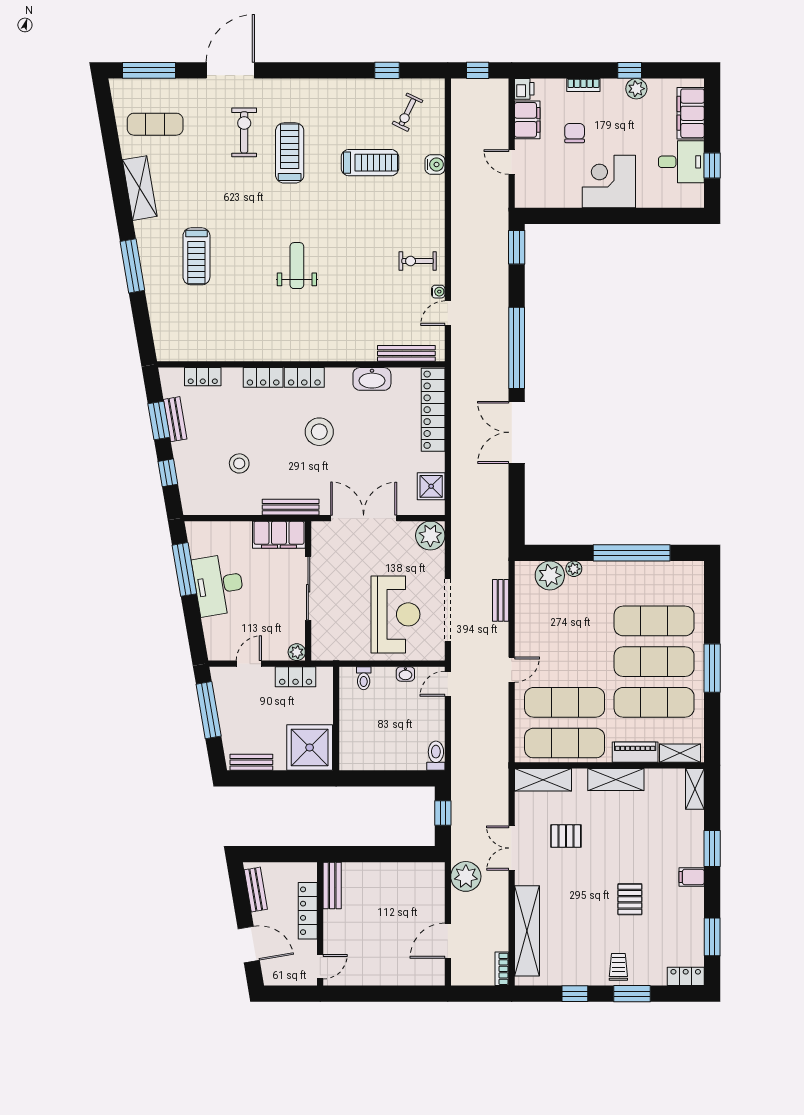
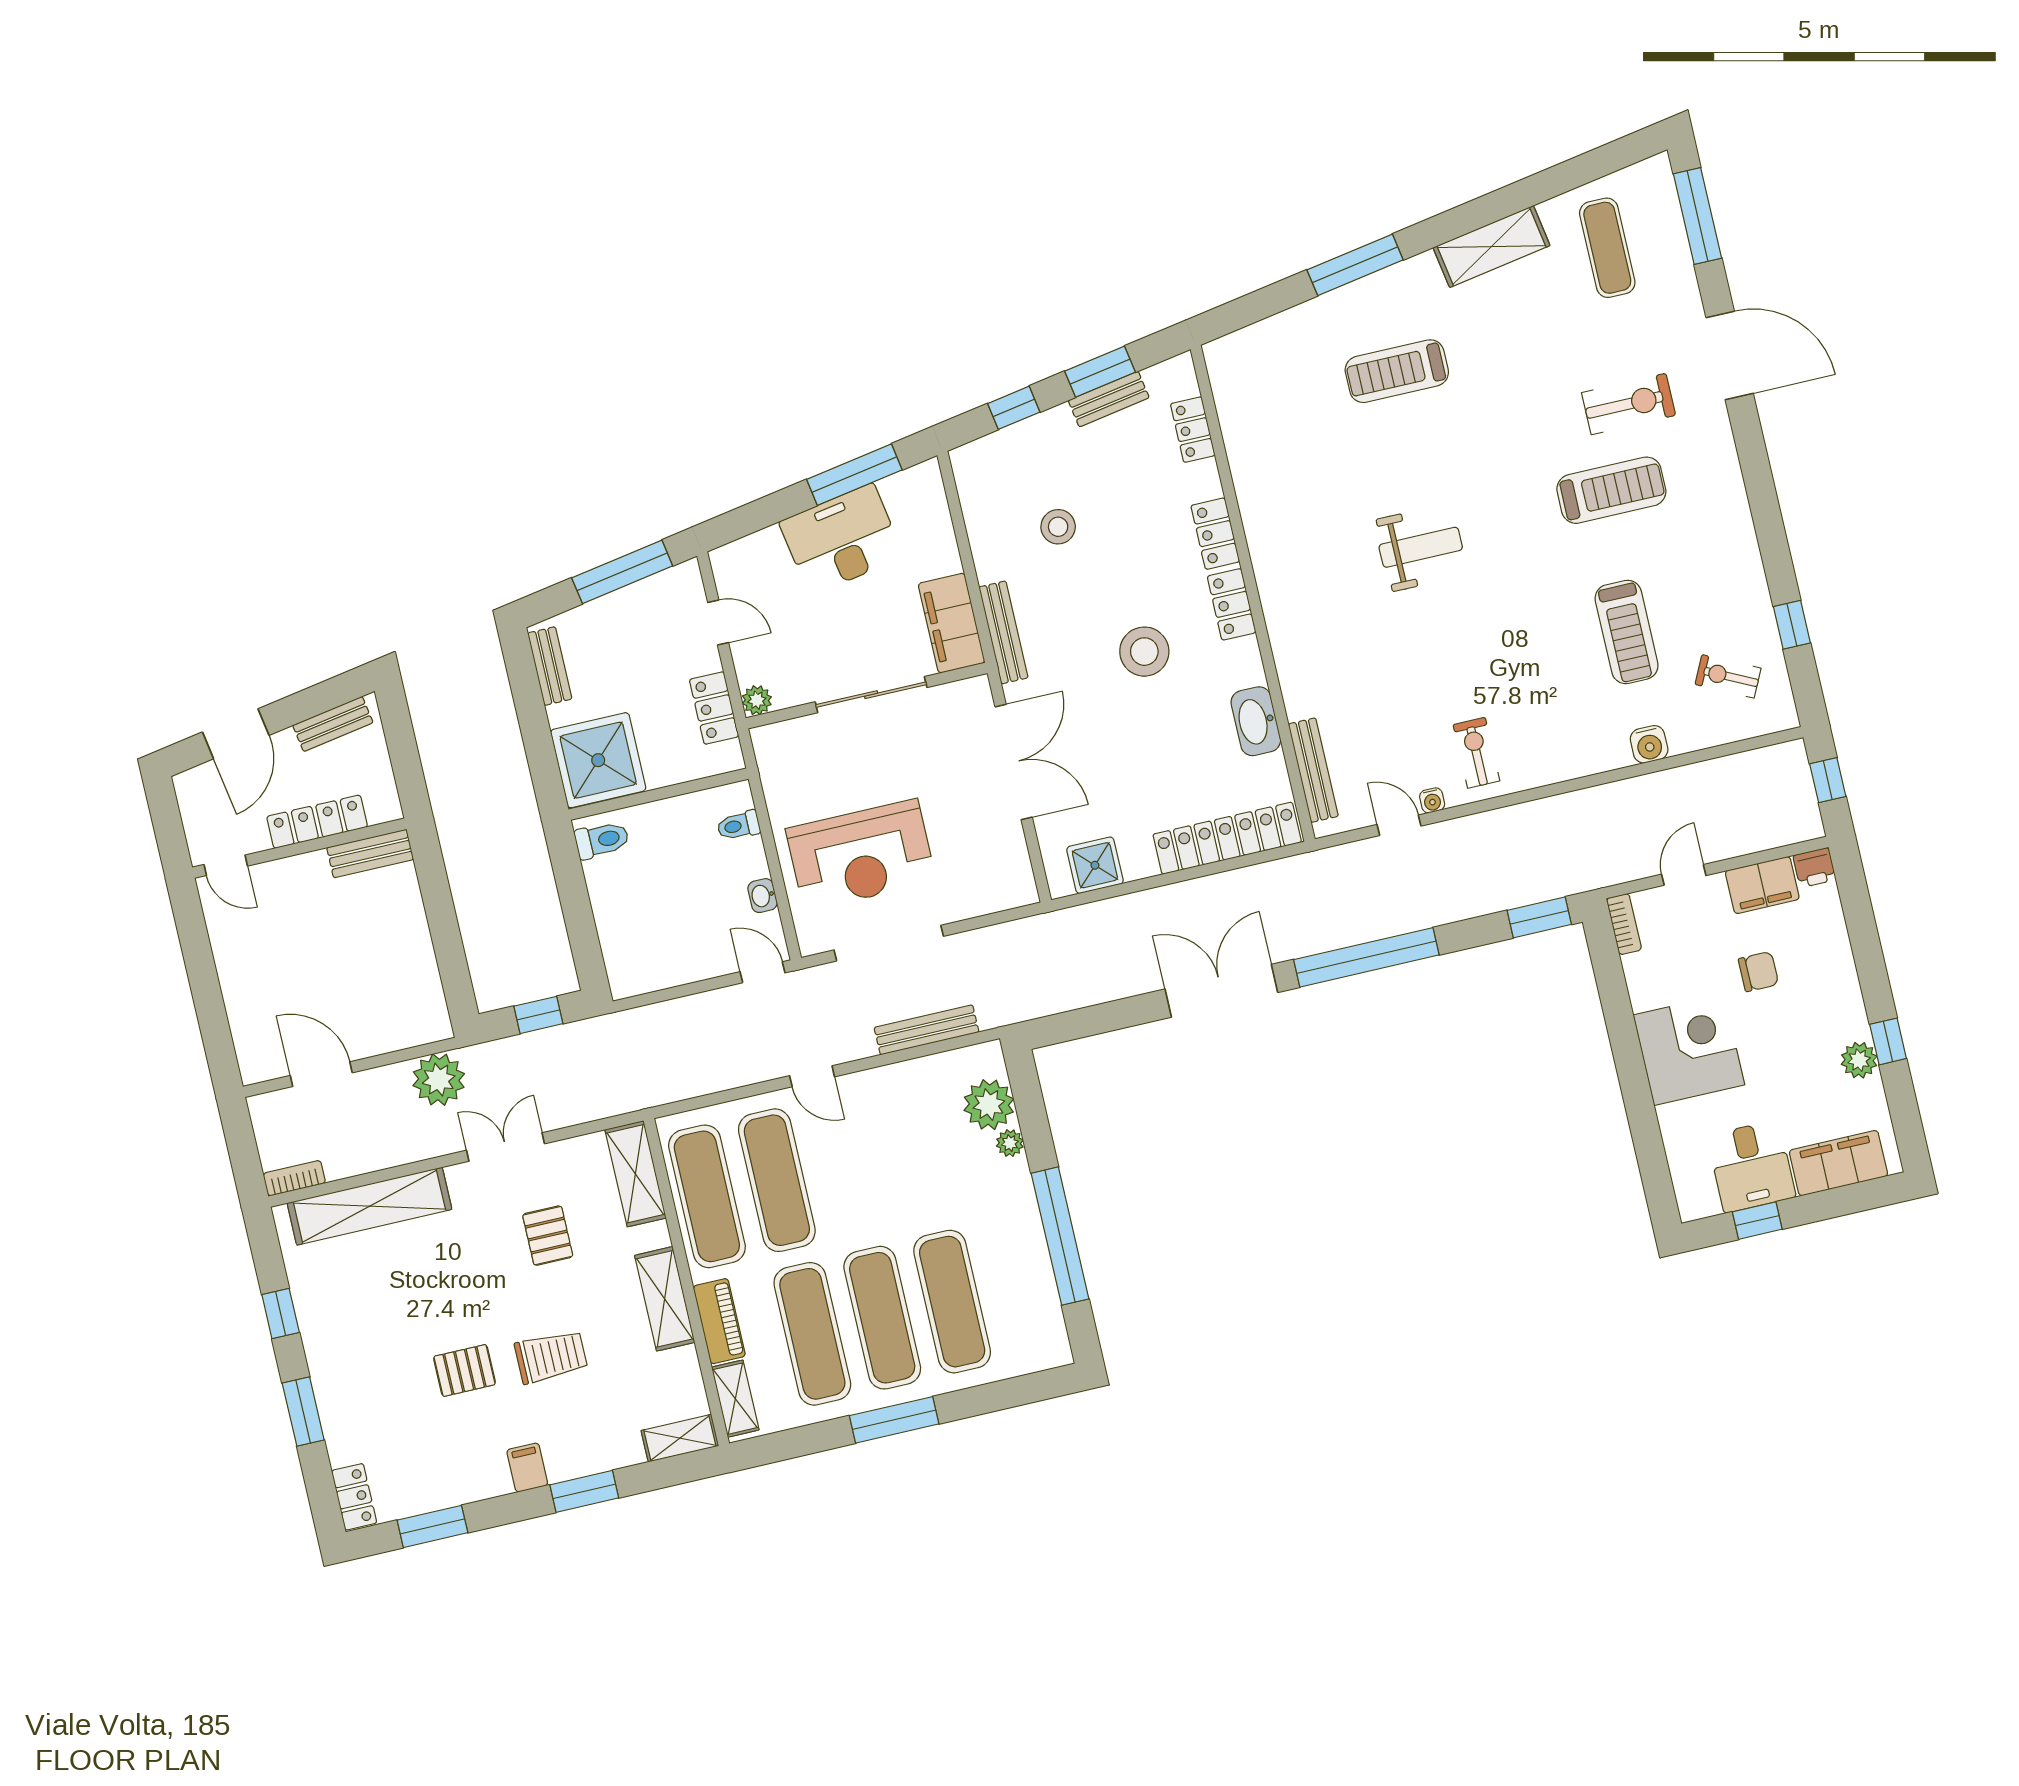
bookcase: (583, 85) -> (1624, 924), moved, turned 180
plant: (430, 536) -> (1010, 883), removed
bench: (501, 600) -> (926, 1030), width x1.36
toilet: (436, 756) -> (602, 840), moved
trolley: (618, 967) -> (551, 1357), moved, width x1.36, depth x1.39

